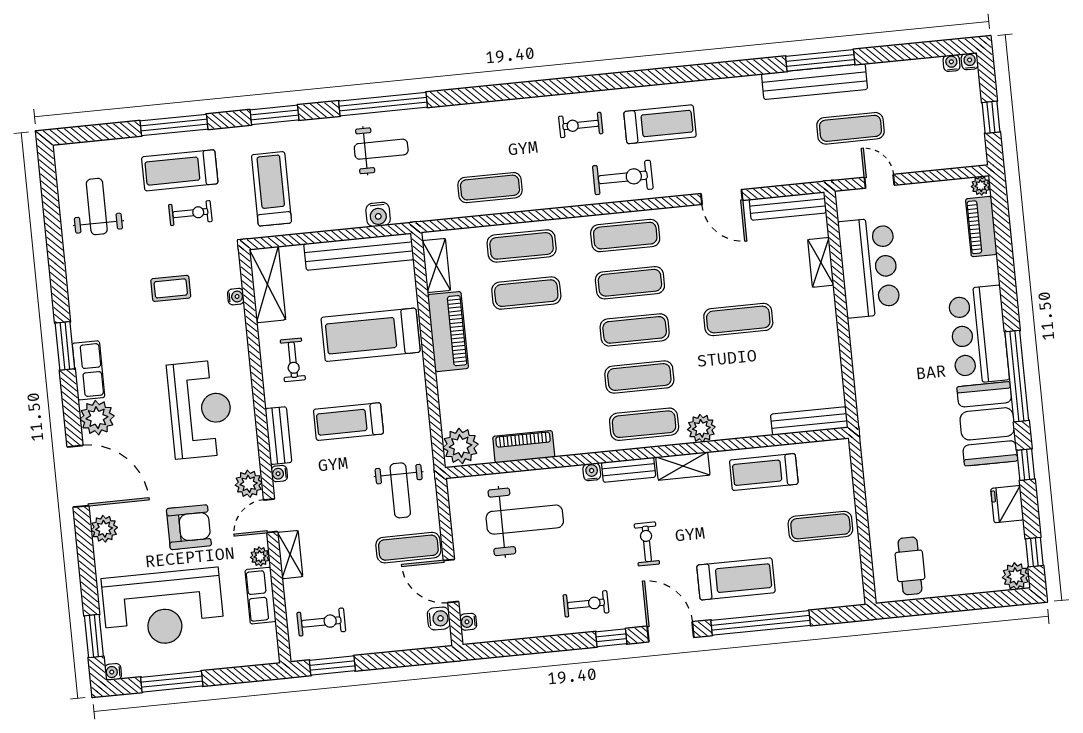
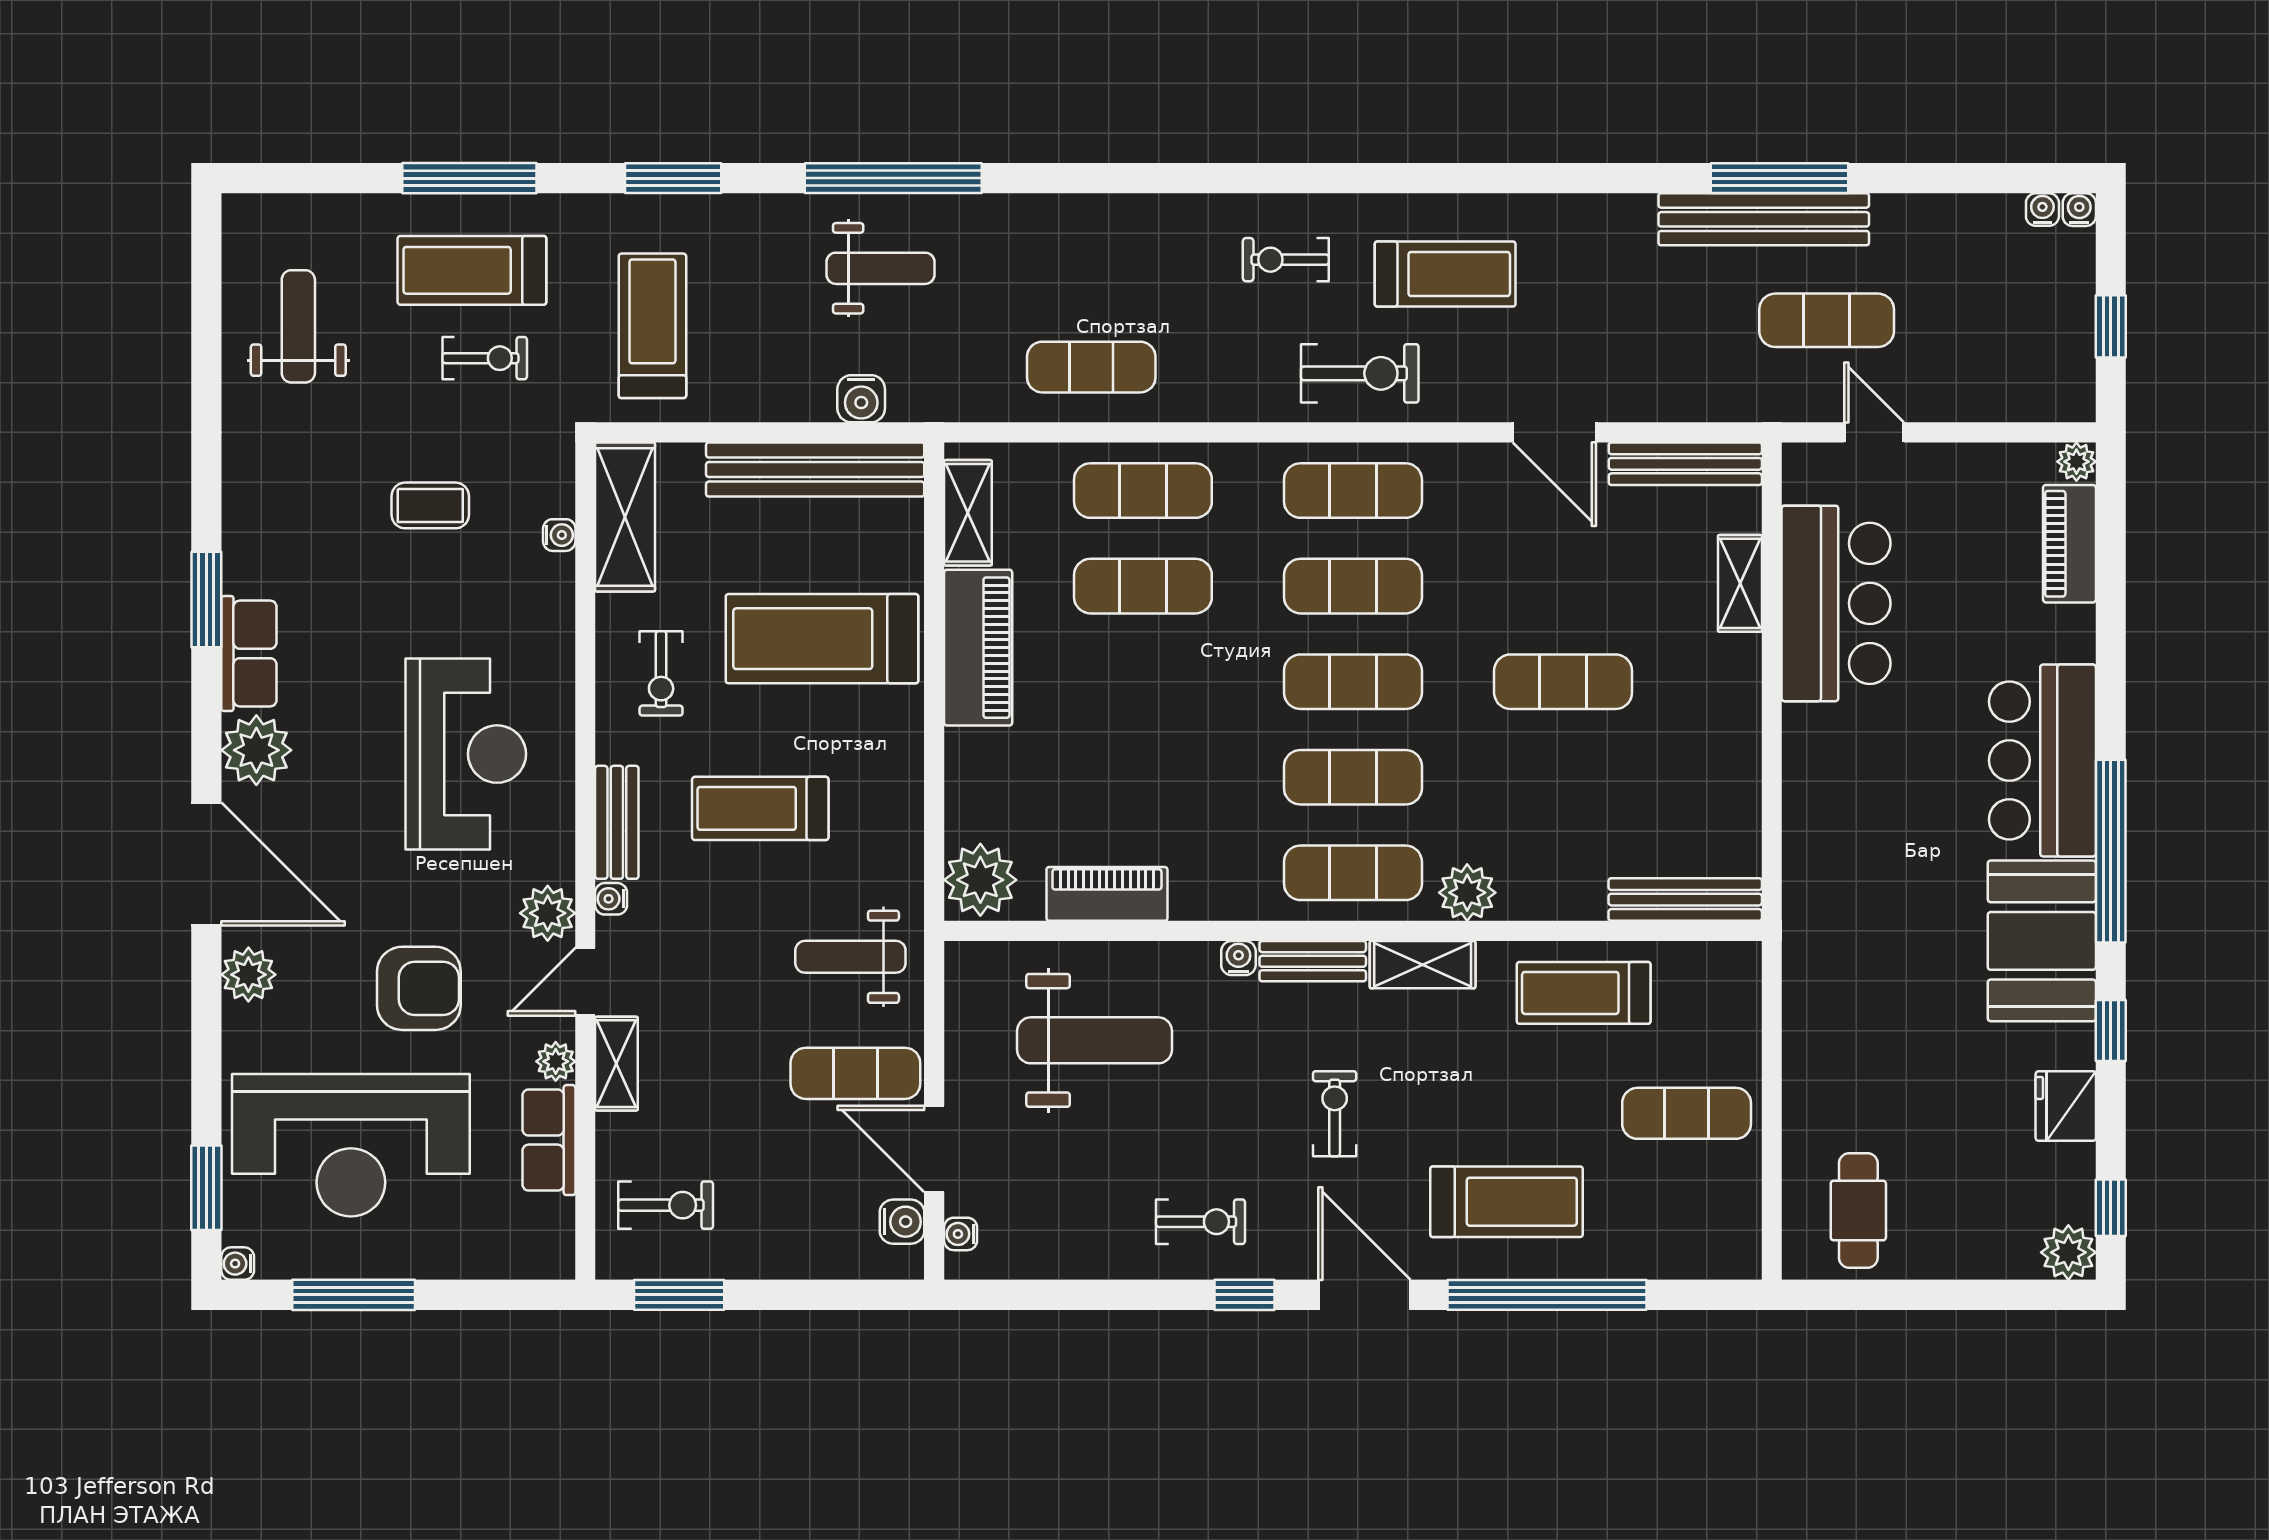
weight bench: (400, 490) -> (850, 957), turned 90

